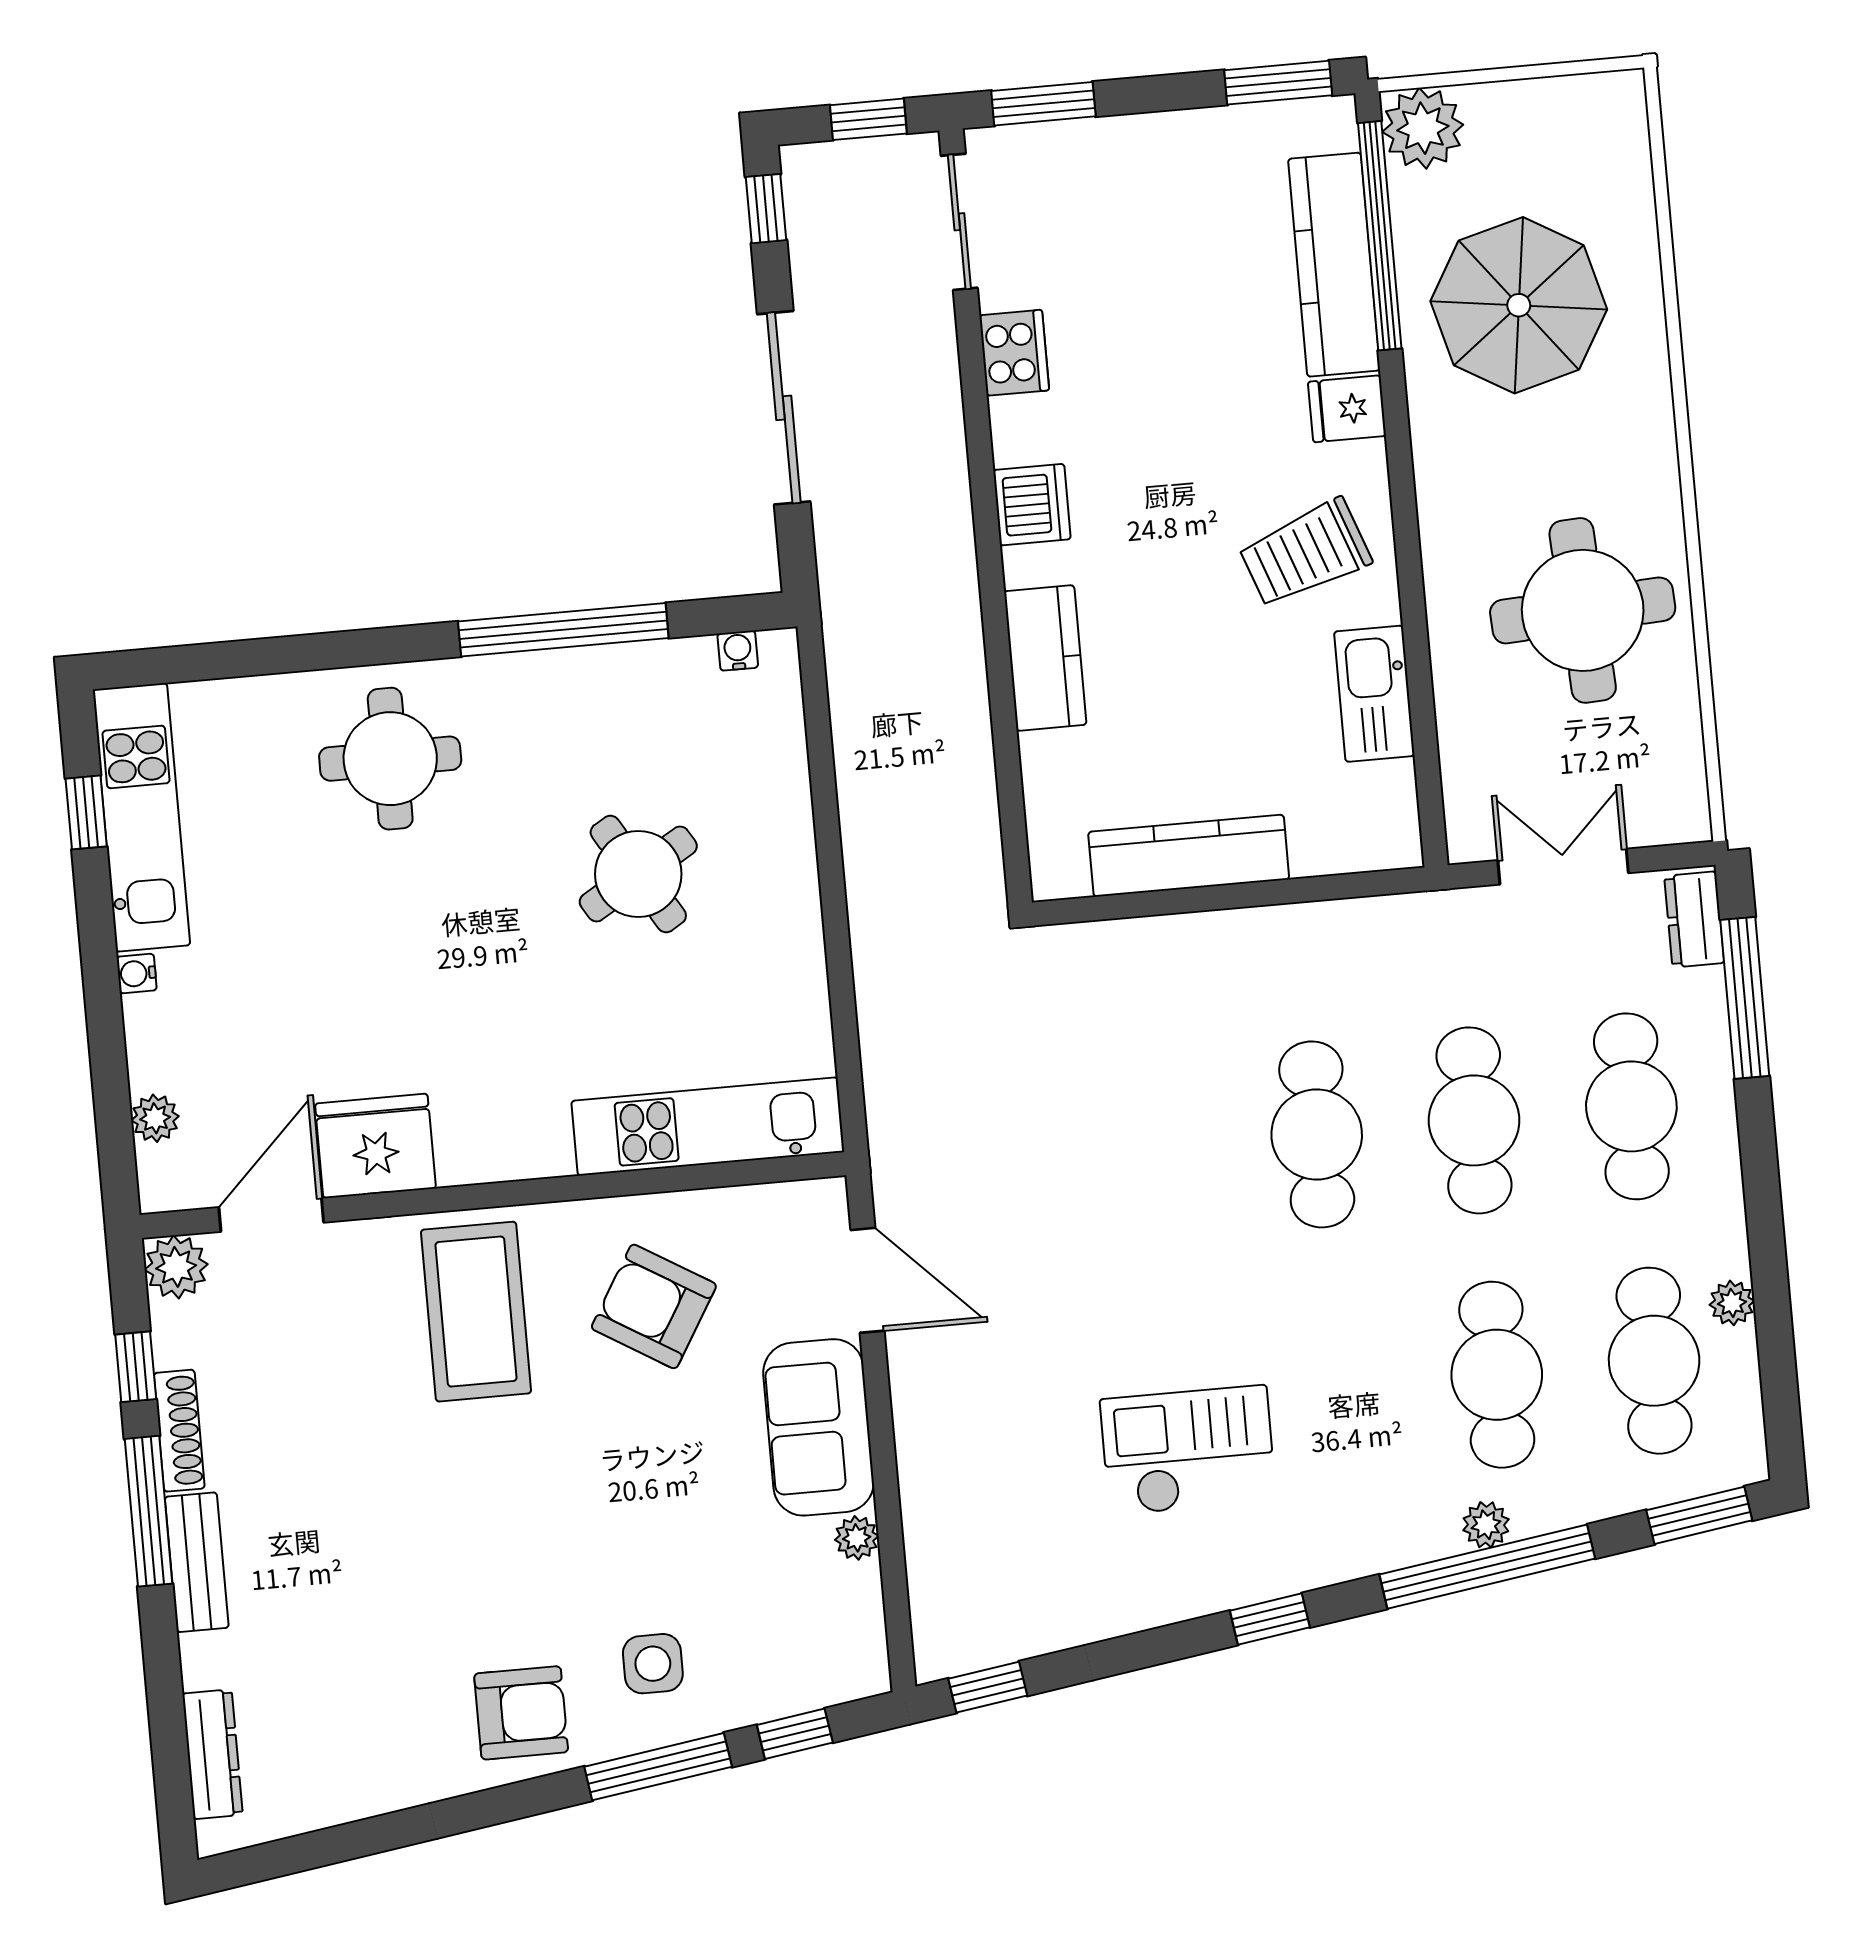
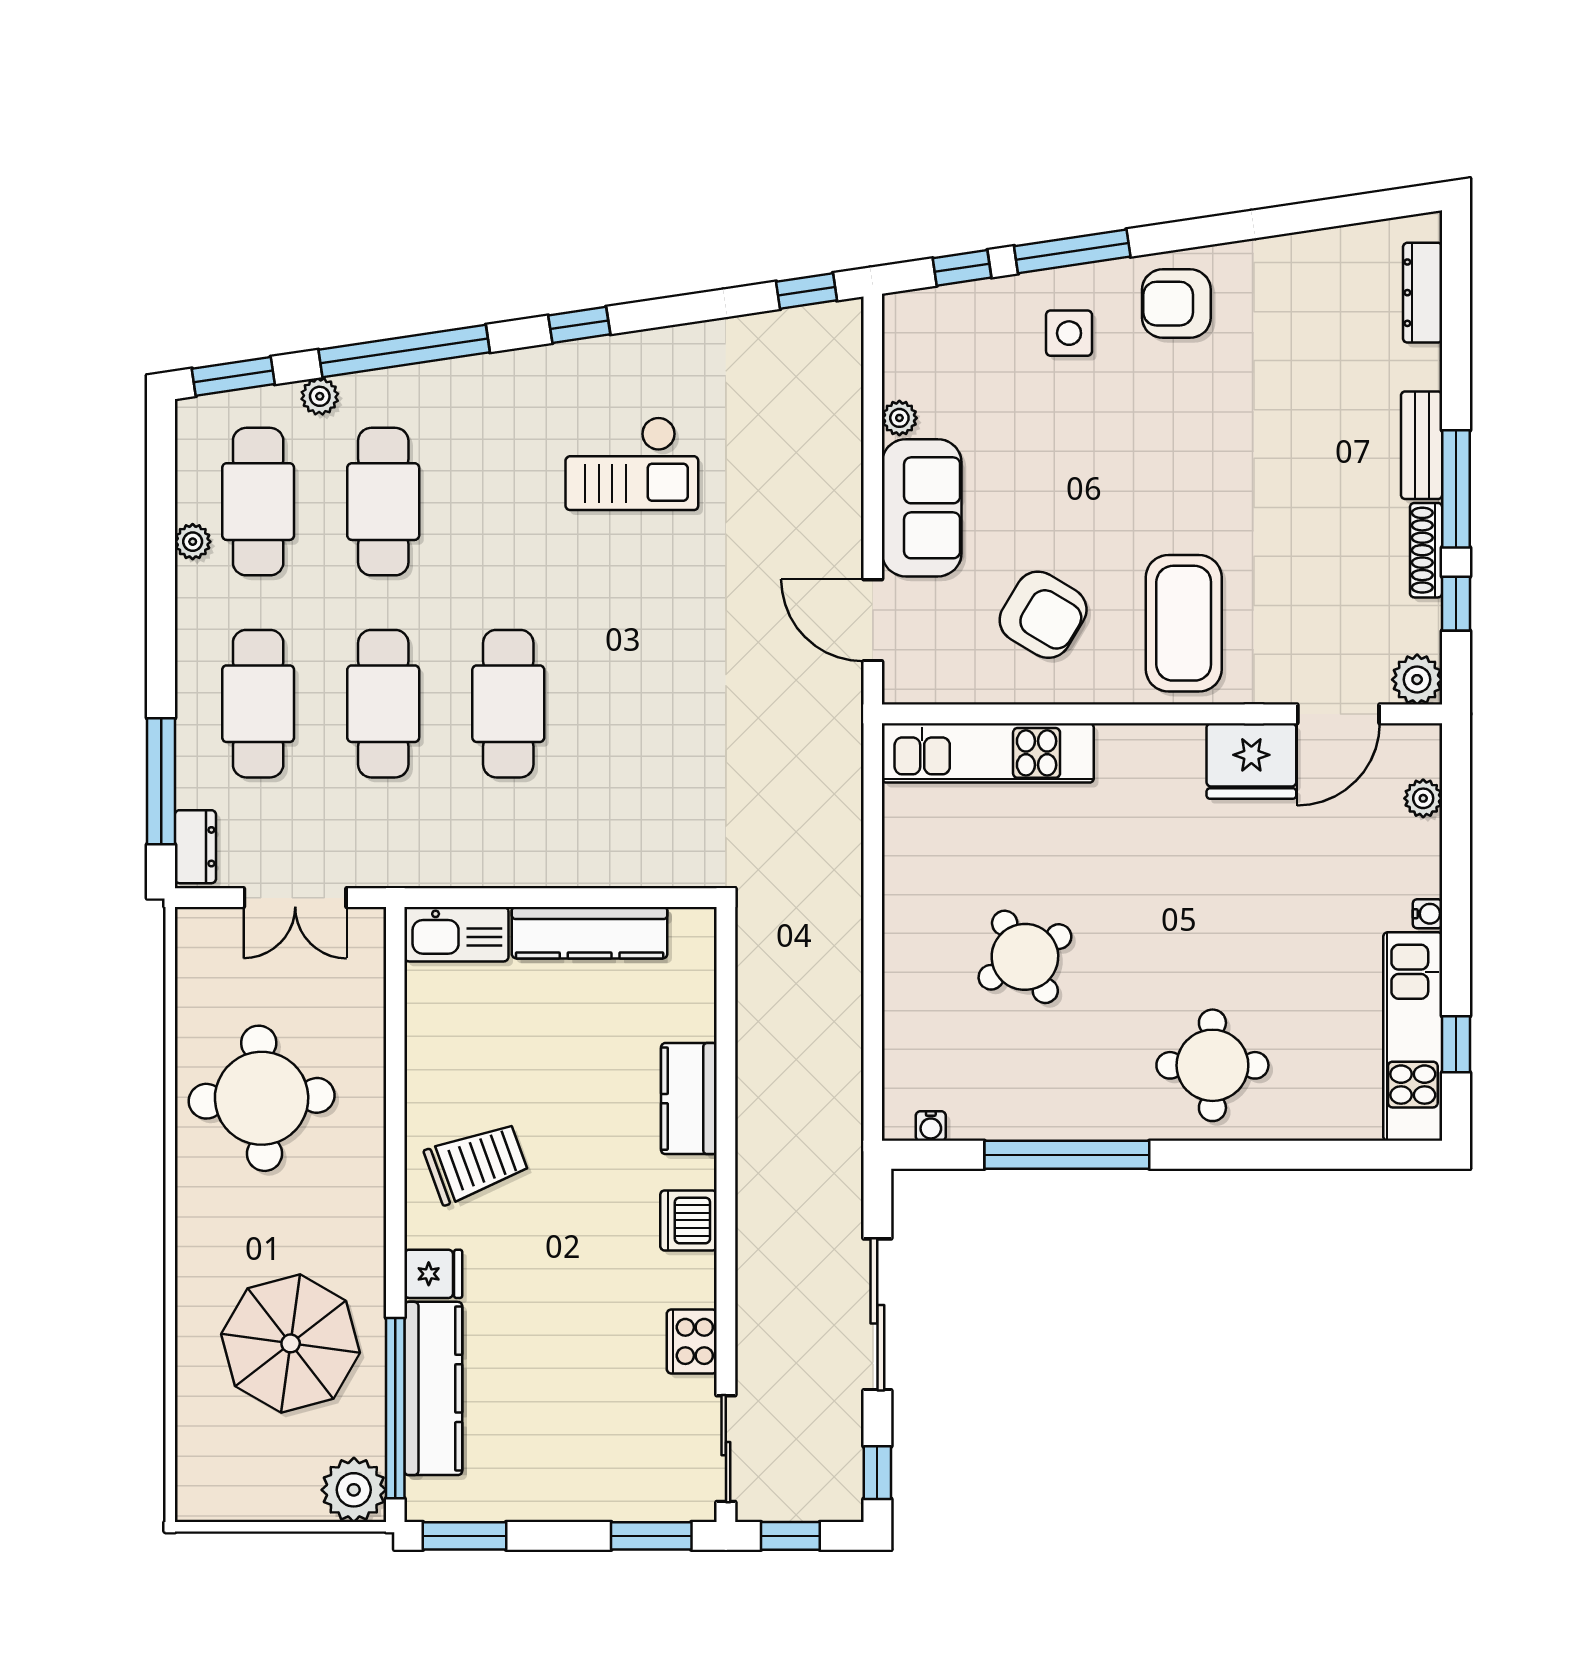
kitchen sink: (1374, 694) -> (456, 934), moved, turned 90
plant: (1486, 1525) -> (320, 396), moved

